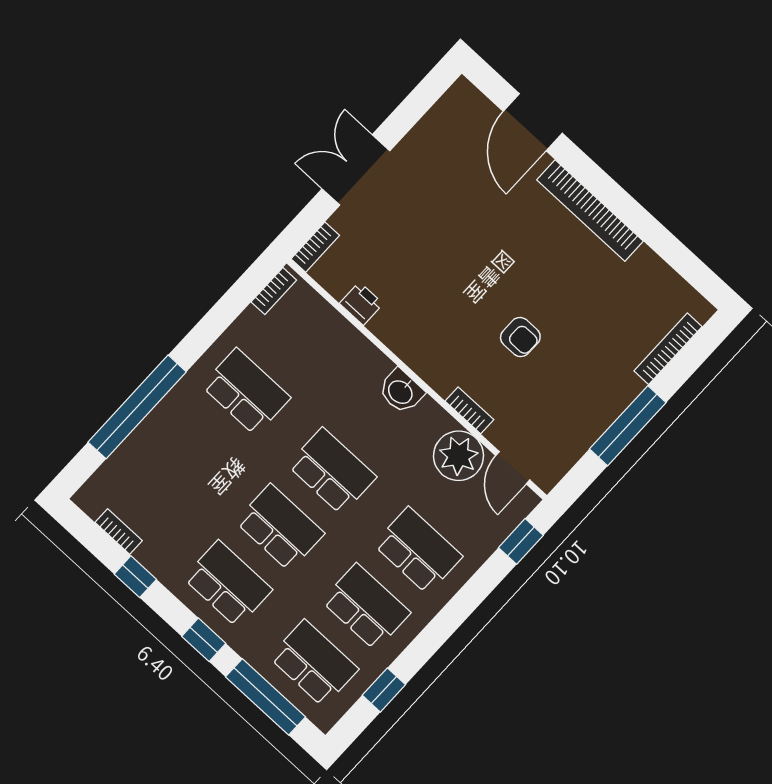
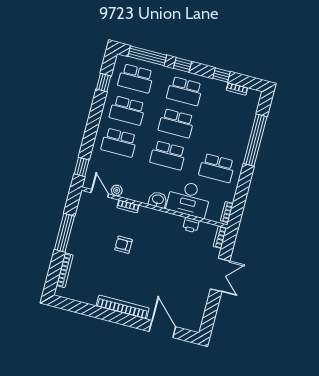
desk: (337, 360) -> (189, 199), added
plant: (459, 456) -> (117, 190), width x0.53, depth x0.53

